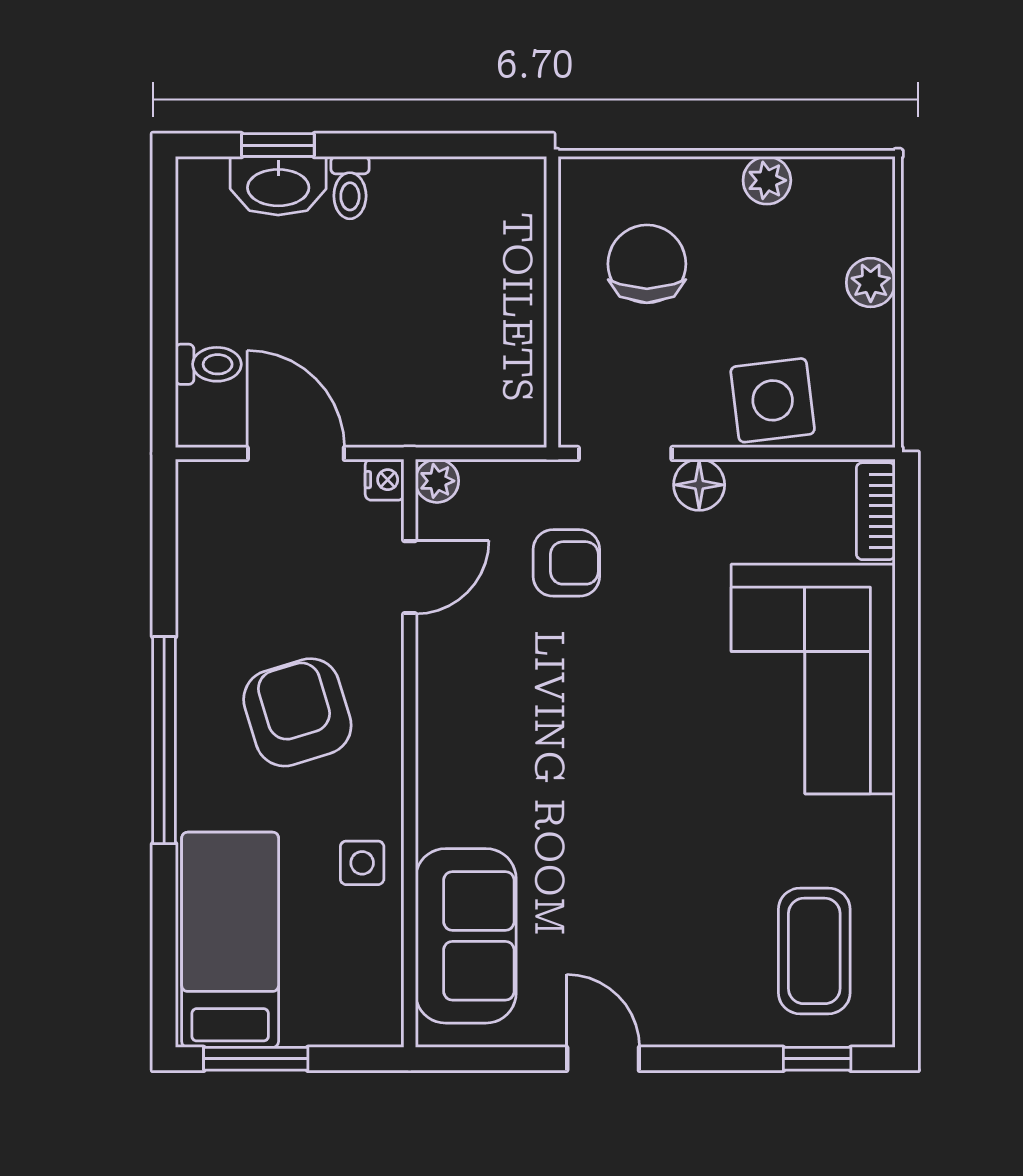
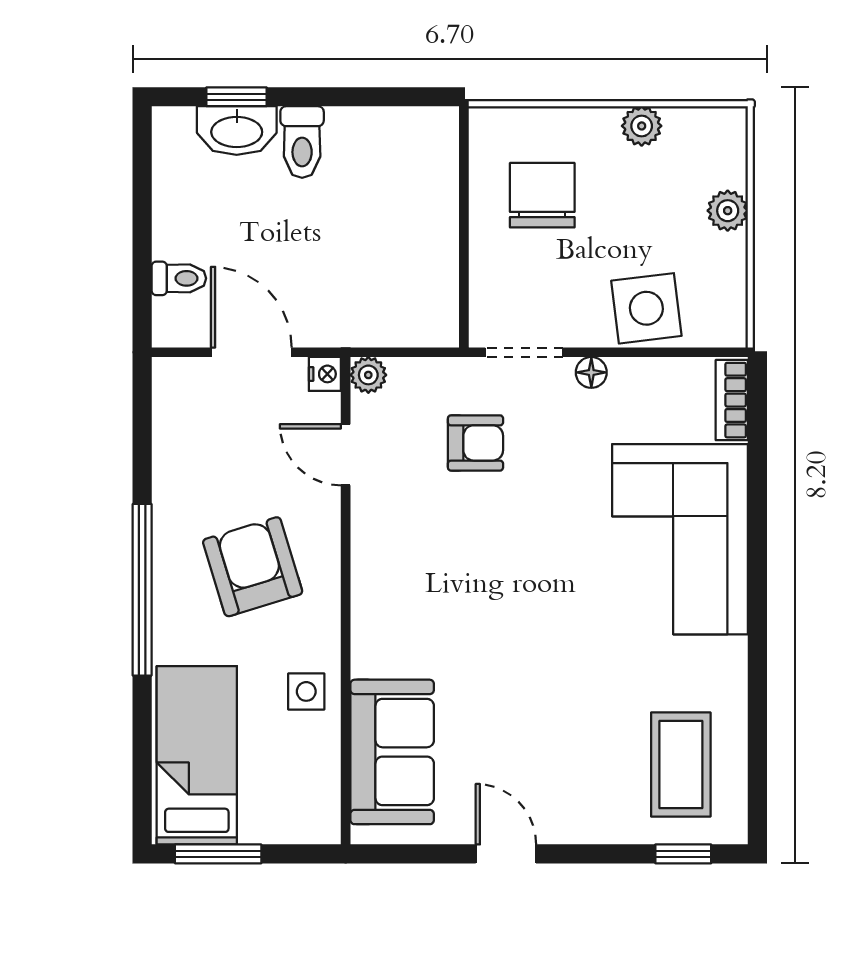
toilet: (350, 188) -> (302, 142), width x1.37, depth x1.39
floor lamp: (699, 485) -> (591, 372), width x0.73, depth x0.73
door: (410, 577) -> (346, 455), swing flipped

